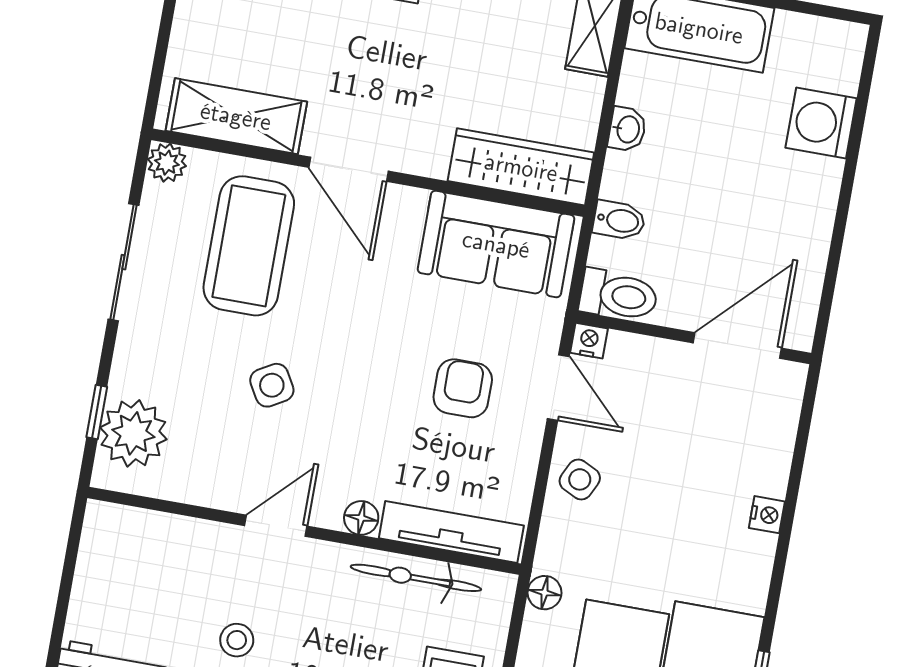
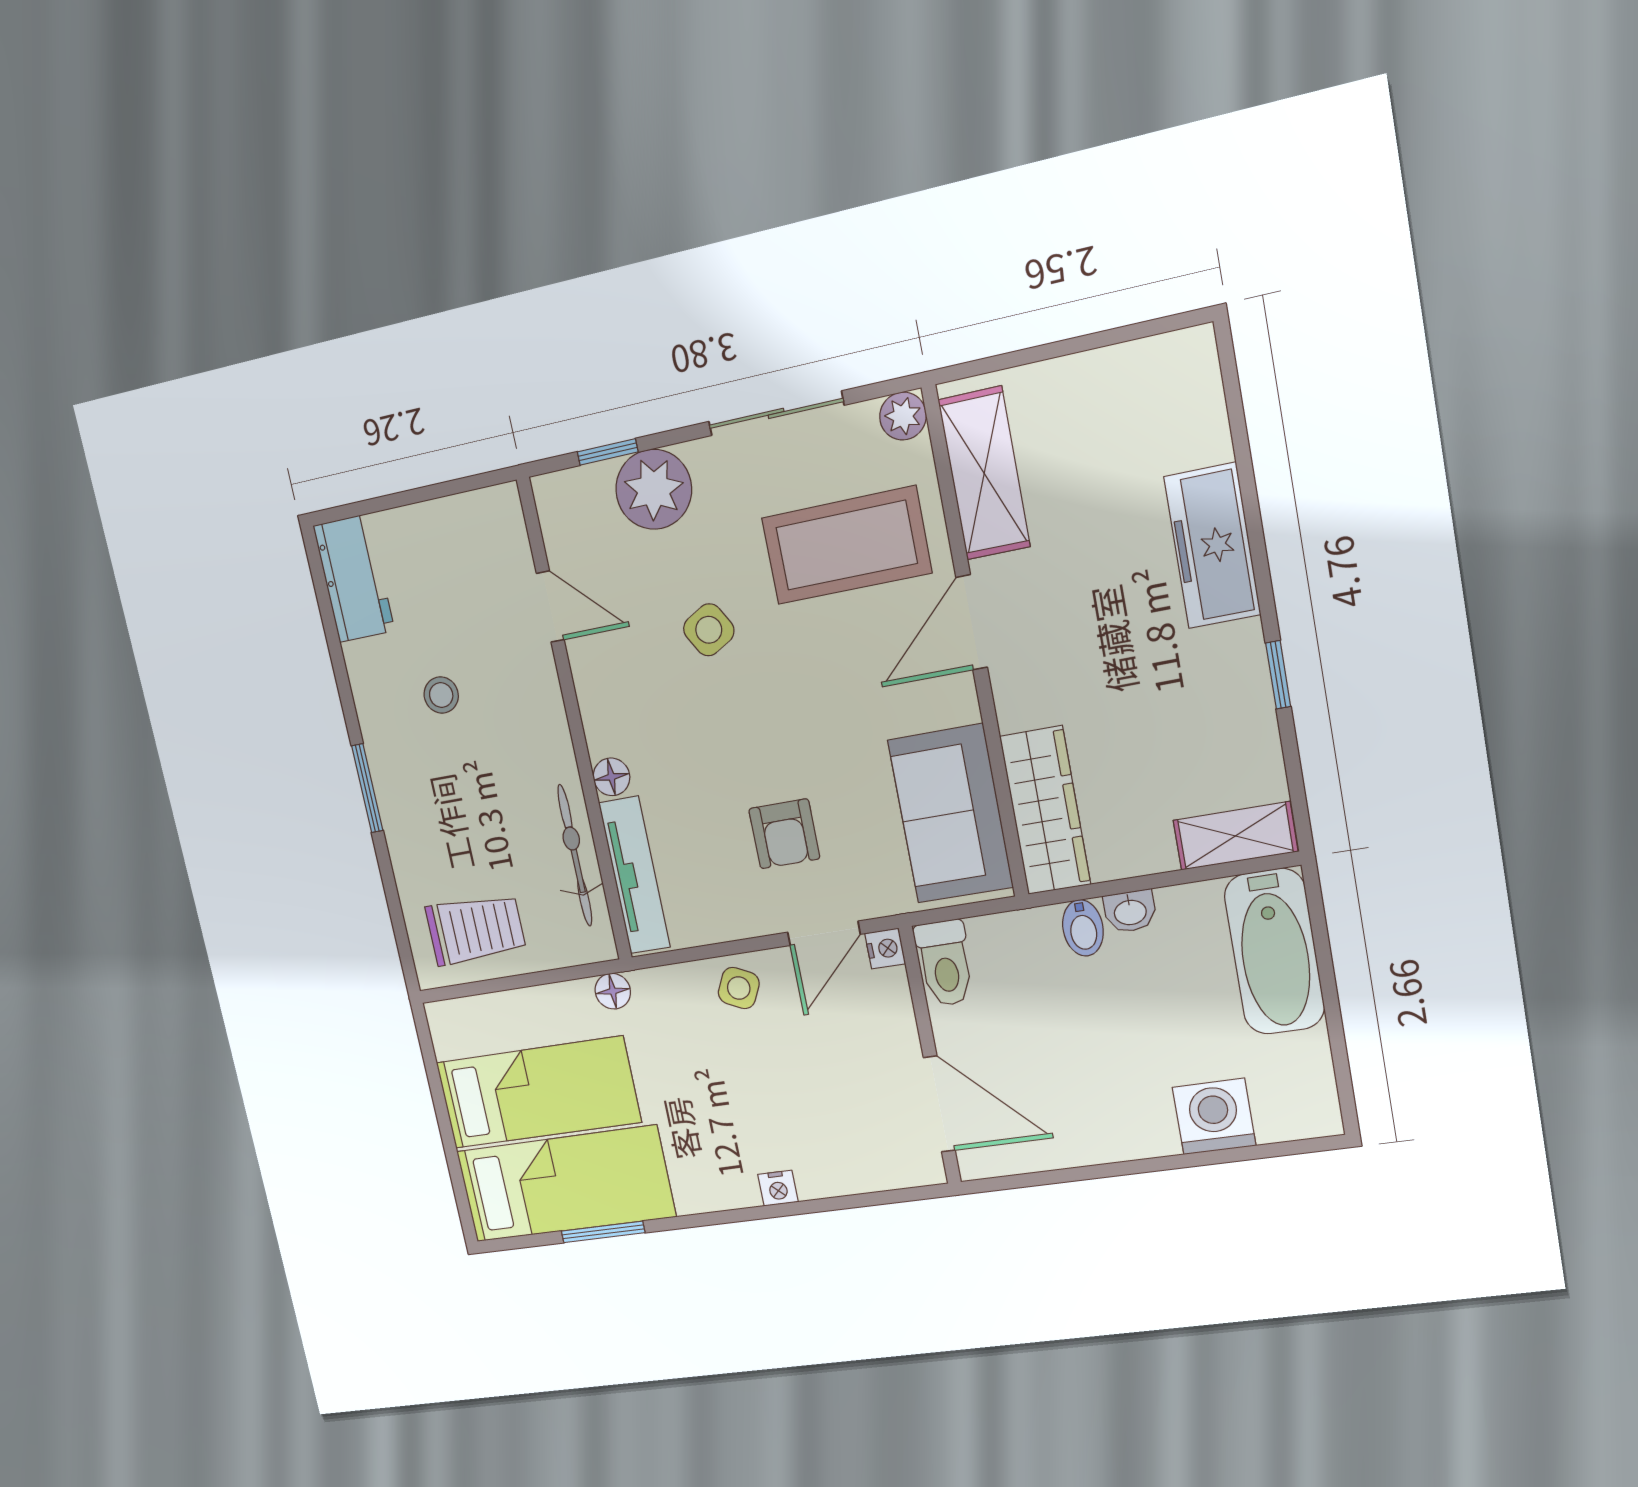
bidet: (619, 220) -> (1083, 928), moved
armchair: (463, 388) -> (784, 834), turned 90
plant: (133, 433) -> (654, 489), moved
door: (276, 526) -> (550, 607), moved

